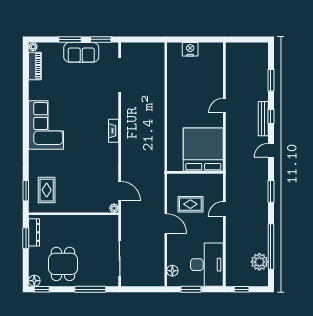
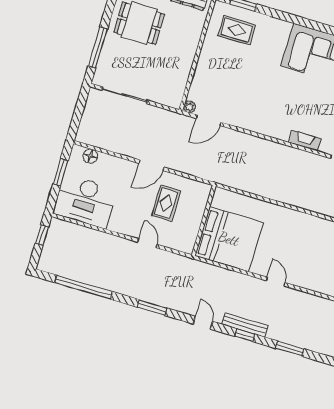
fireplace: (113, 131) -> (305, 141), moved
plant: (259, 262) -> (69, 267), removed

